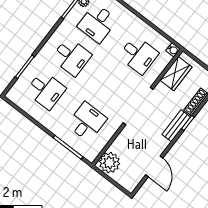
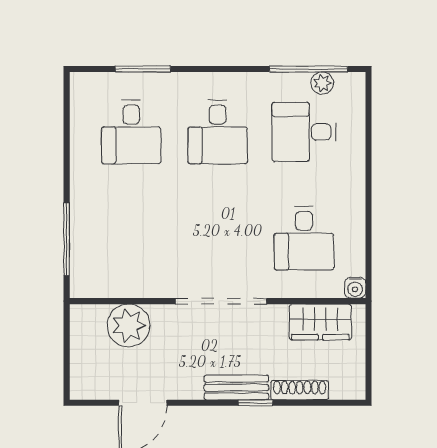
desk: (87, 122) -> (131, 238), removed
plant: (109, 163) -> (129, 326), moved

